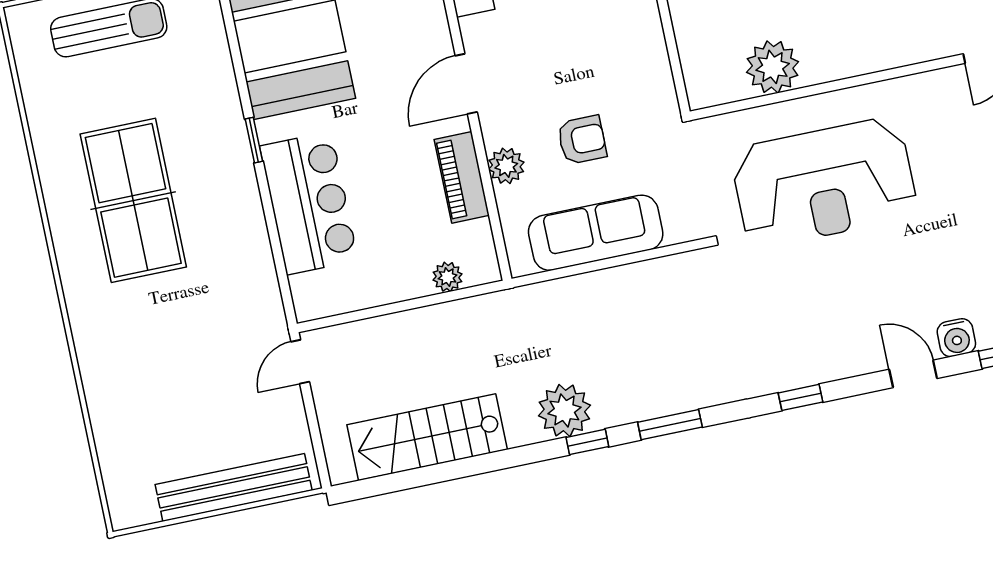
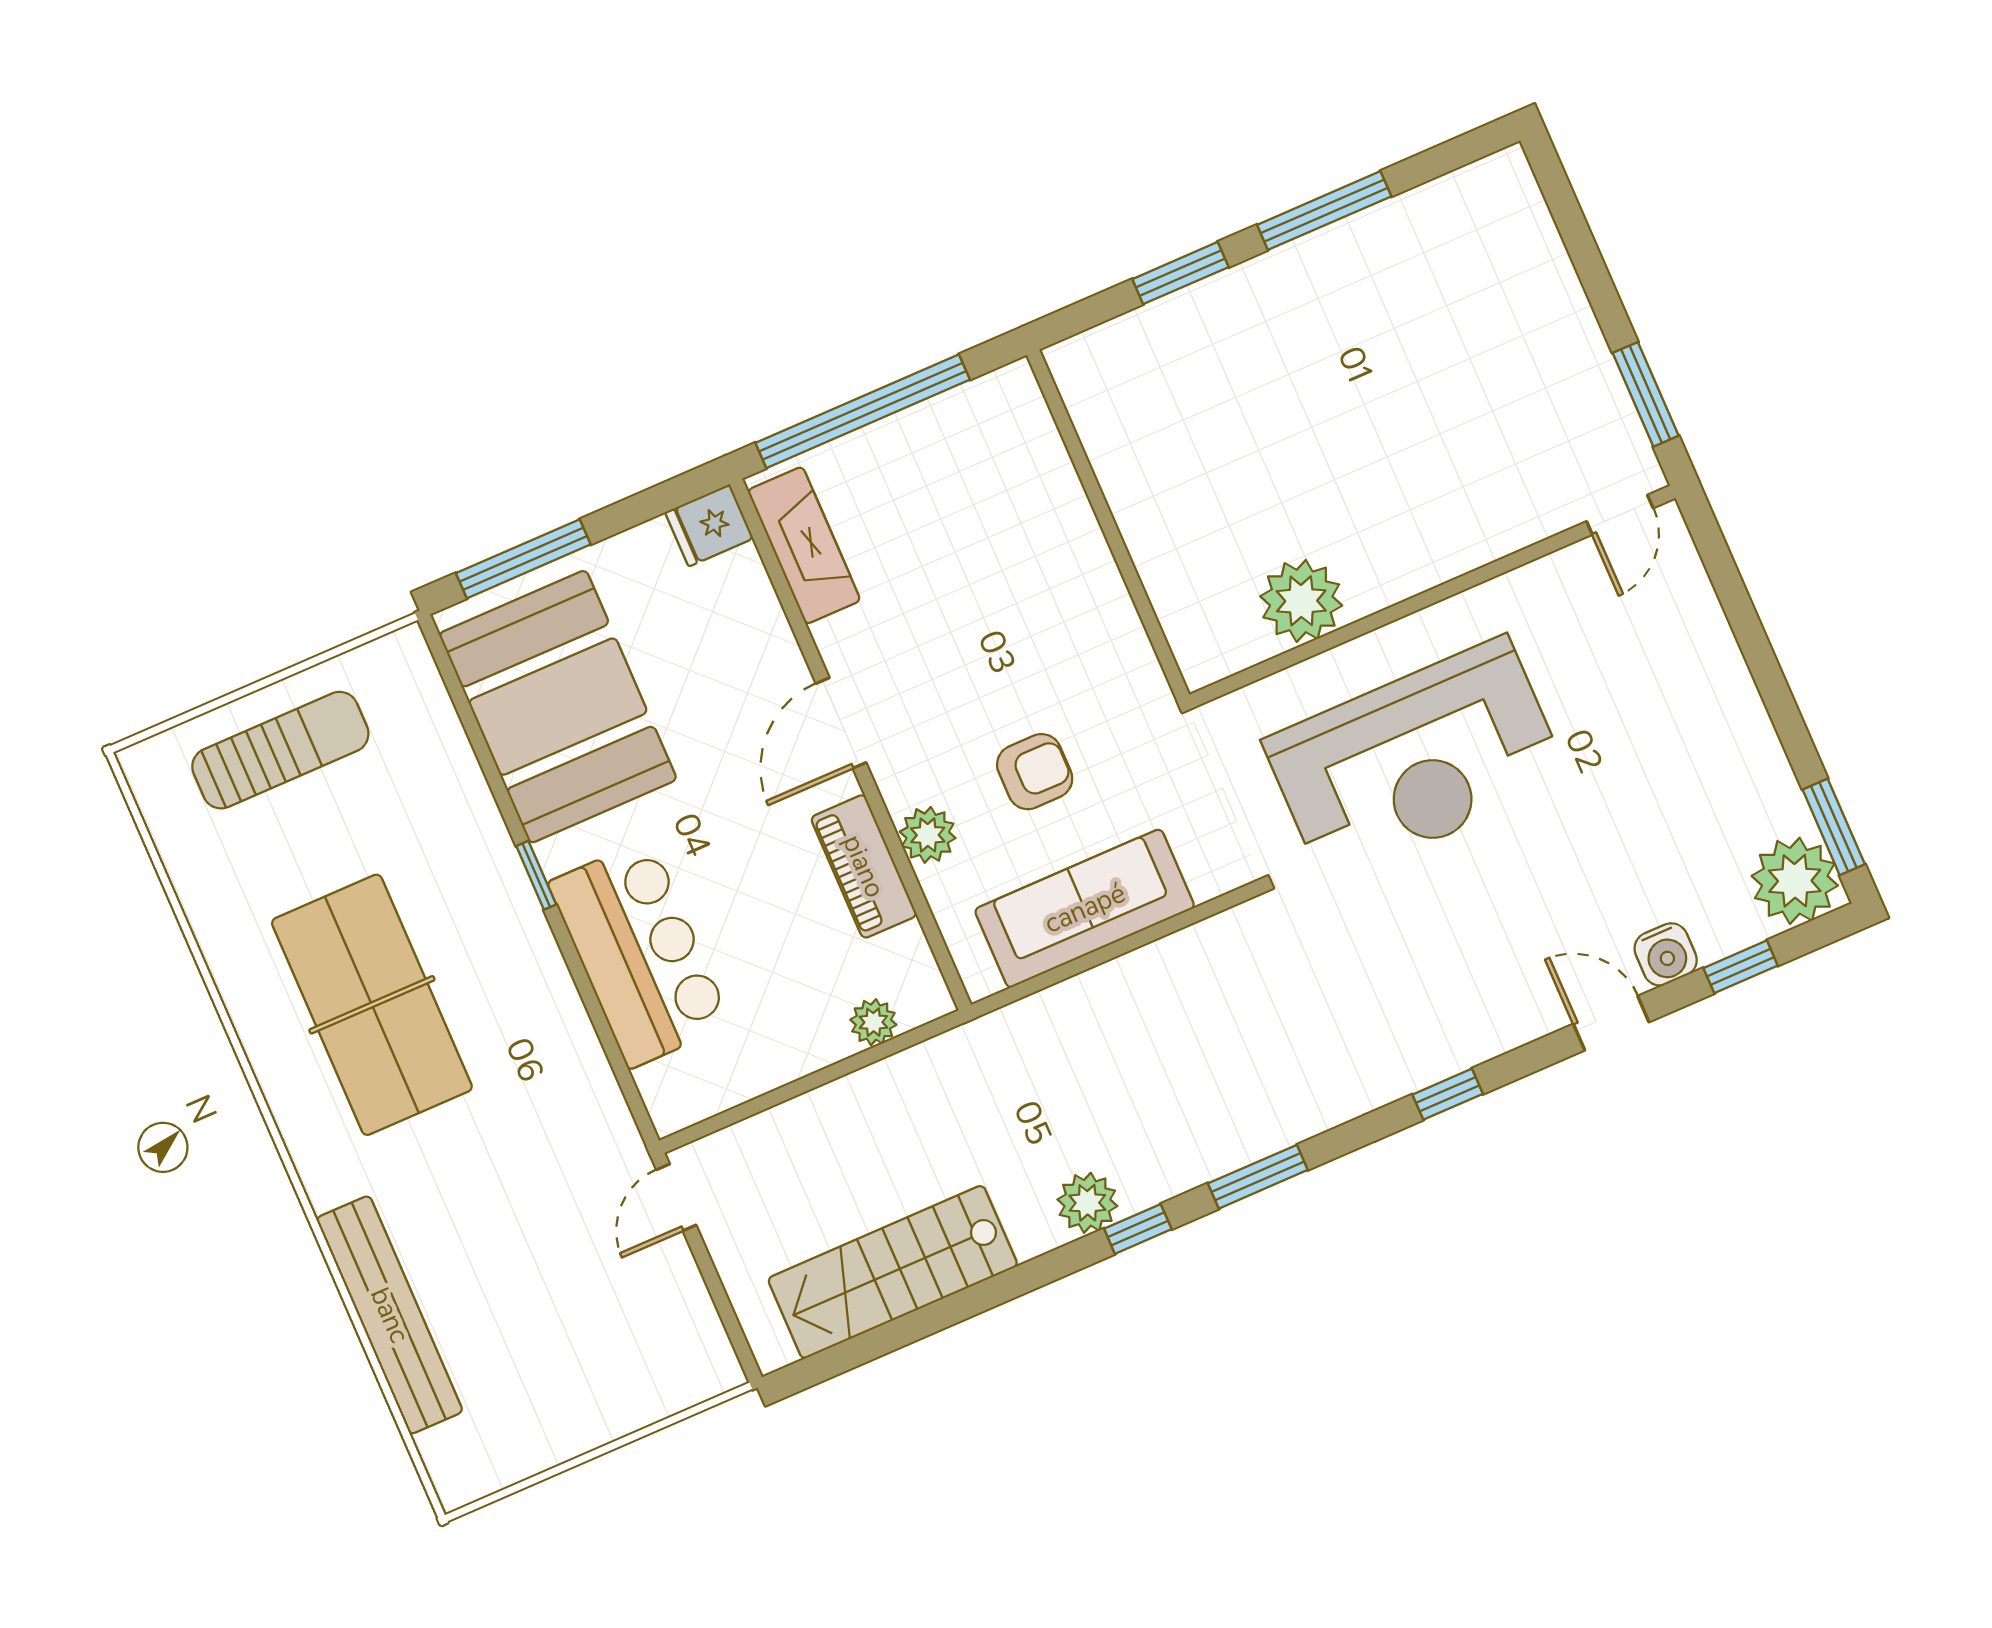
plant: (564, 411) -> (1087, 1203), width x0.73, depth x0.73
bench: (234, 487) -> (390, 1315), moved, turned 90

